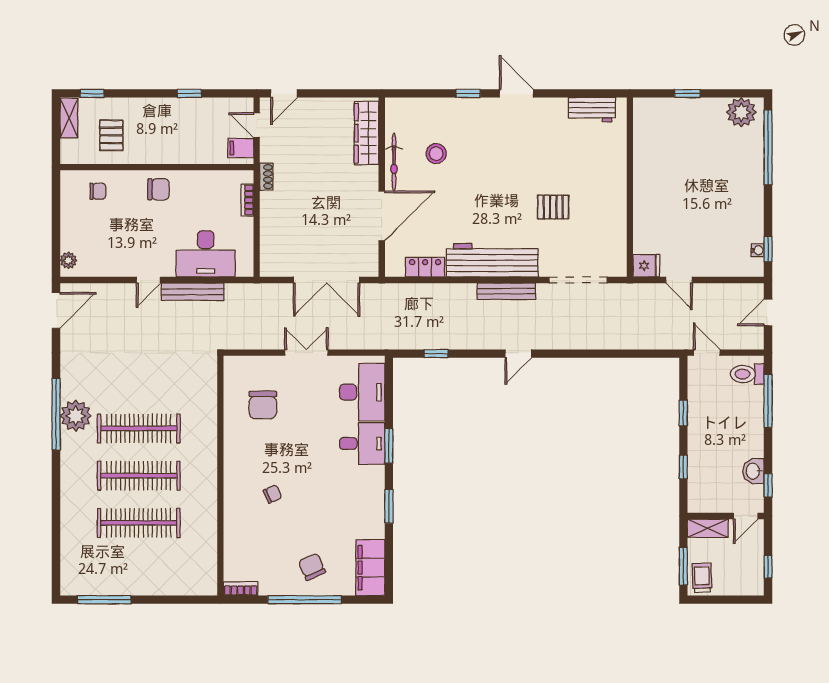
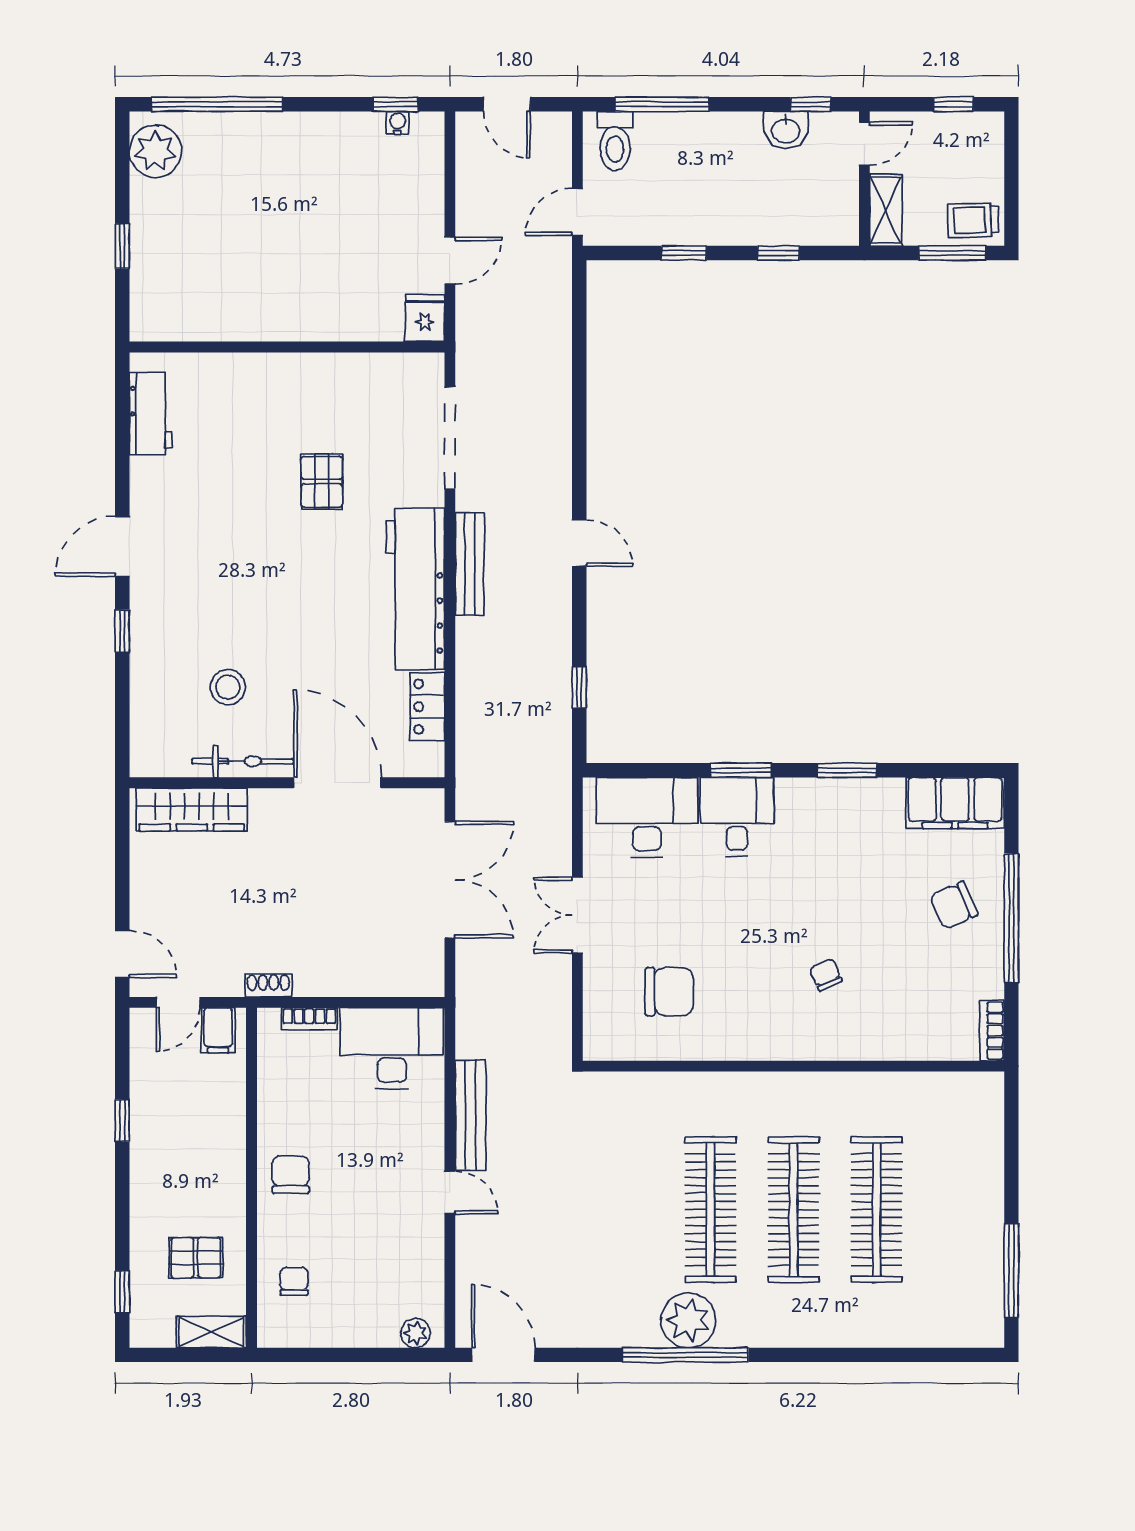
shelving: (69, 118) -> (211, 1332), moved
desk: (206, 254) -> (392, 1048), moved, turned -90
door: (746, 516) -> (864, 143), hinge flipped

